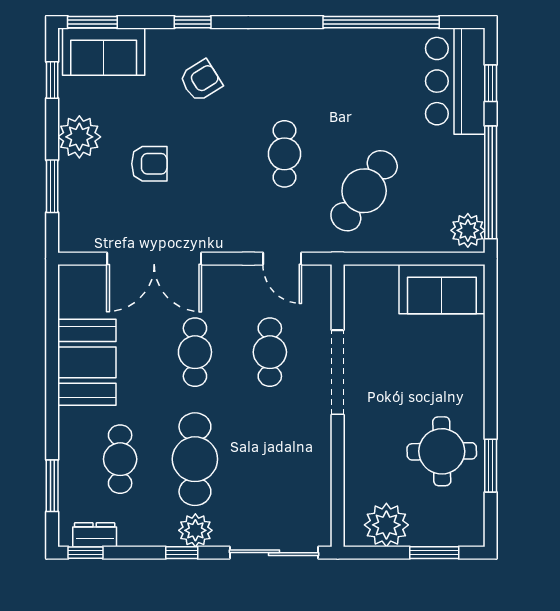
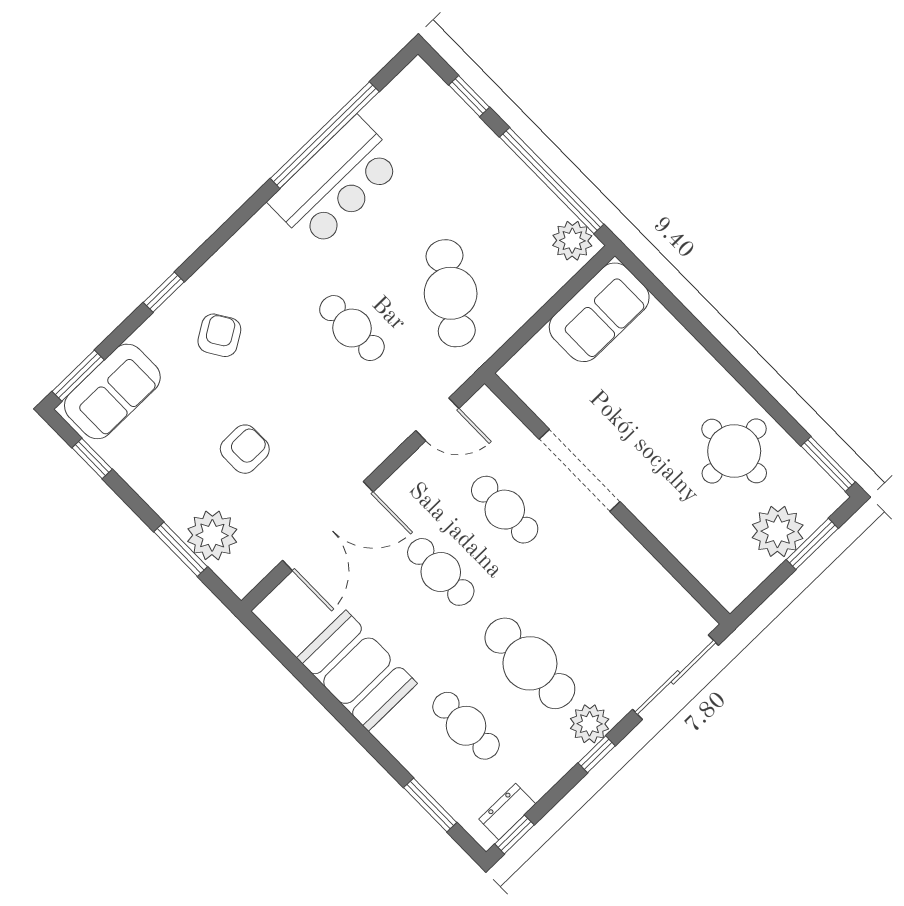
bar counter: (455, 81) -> (336, 183), moved, turned -90
plant: (79, 137) -> (212, 535), moved
window: (491, 466) -> (828, 464), moved
plant: (386, 525) -> (778, 531), moved

